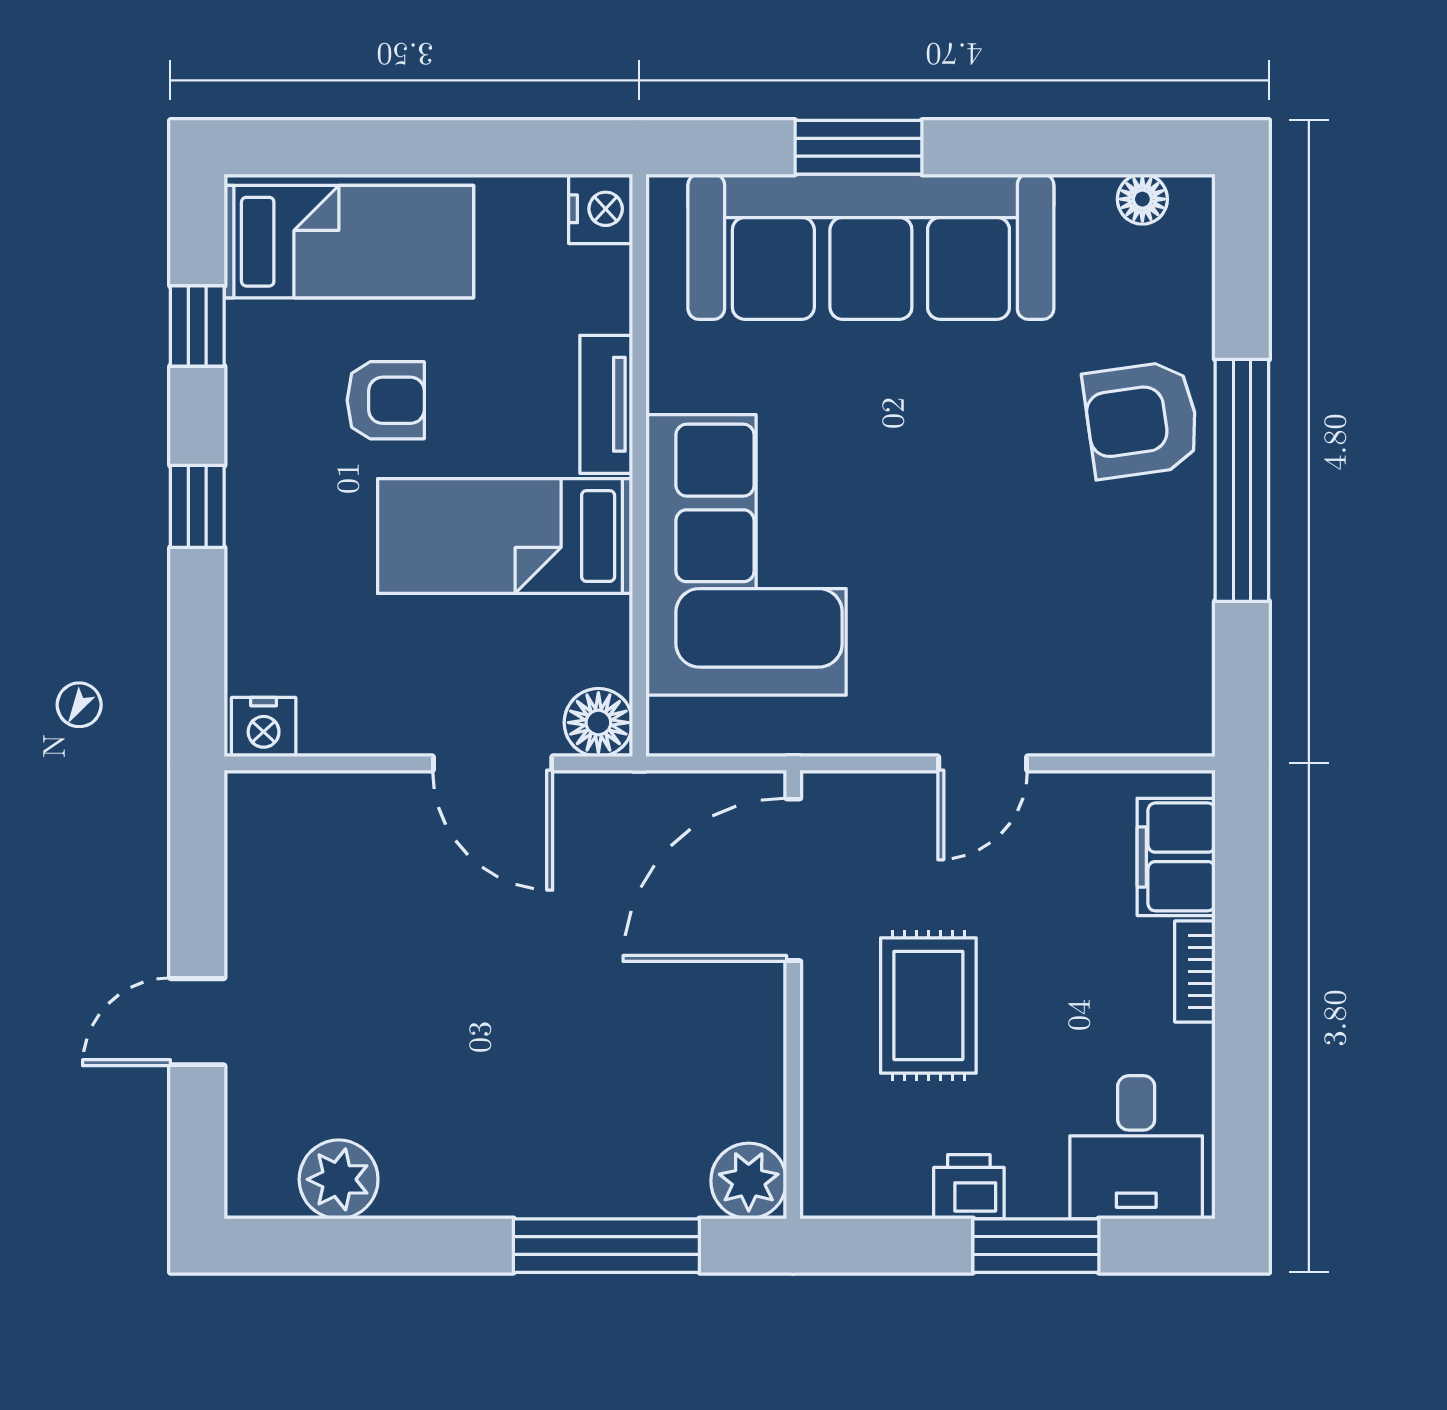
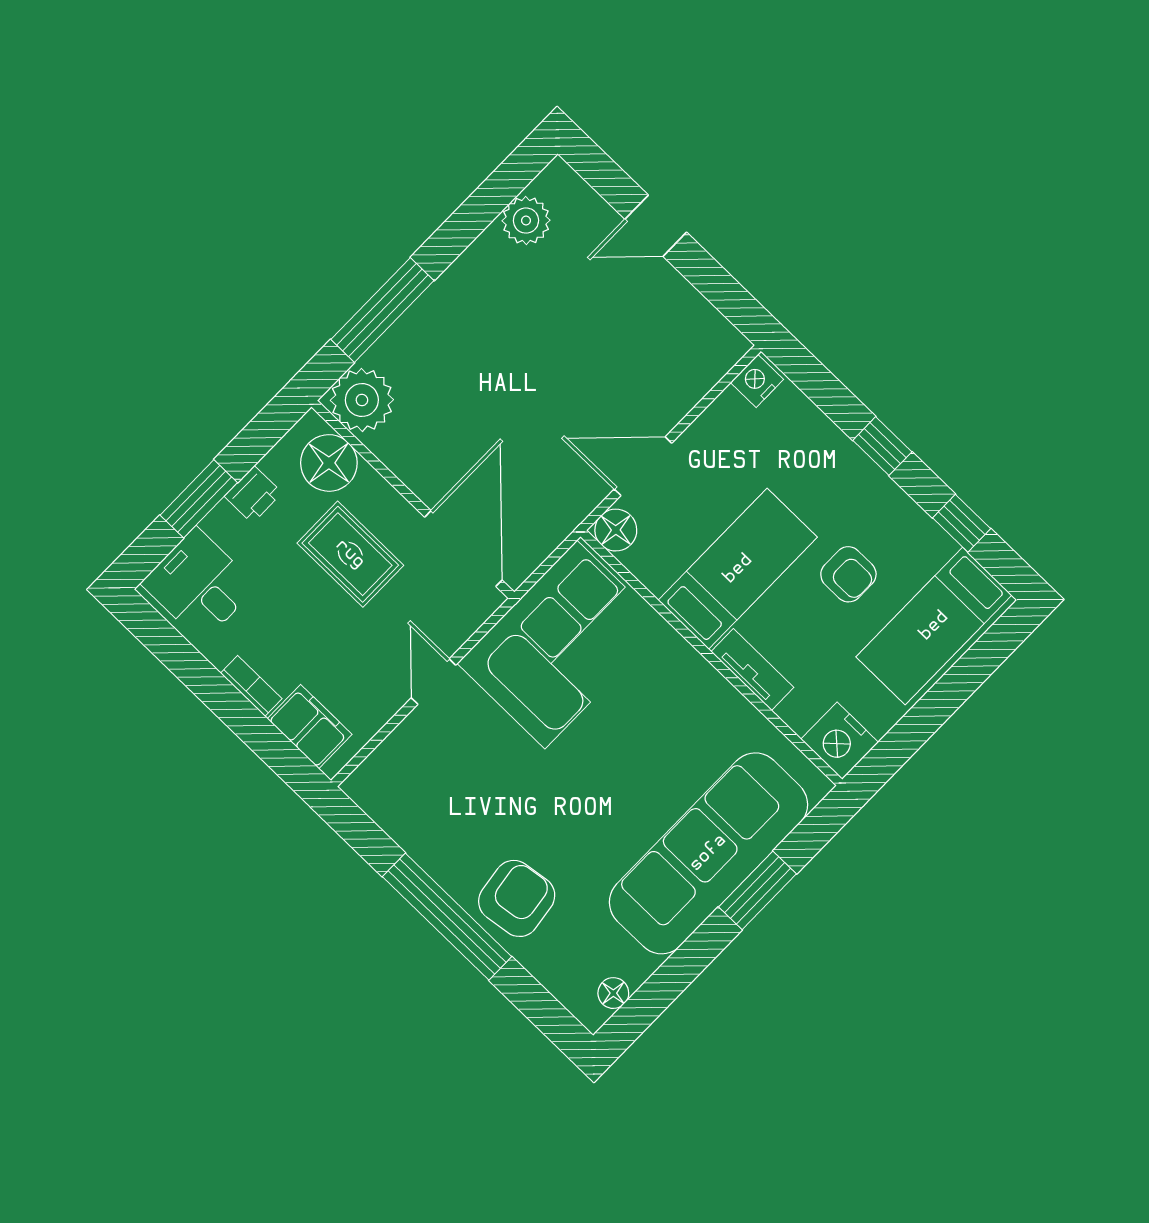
nightstand: (601, 209) -> (840, 741), width x1.36, depth x1.33
armchair: (386, 400) -> (848, 574), turned -90
corner sofa: (746, 555) -> (561, 645), moved, turned -90
door: (197, 1022) -> (656, 226), swing flipped
floor lamp: (846, 1134) -> (329, 463), added
plant: (749, 1181) -> (362, 400), width x1.36, depth x1.36

